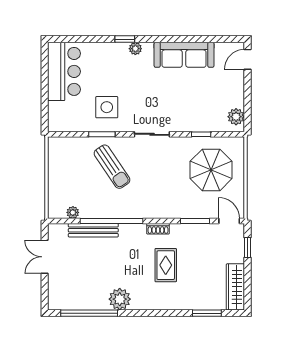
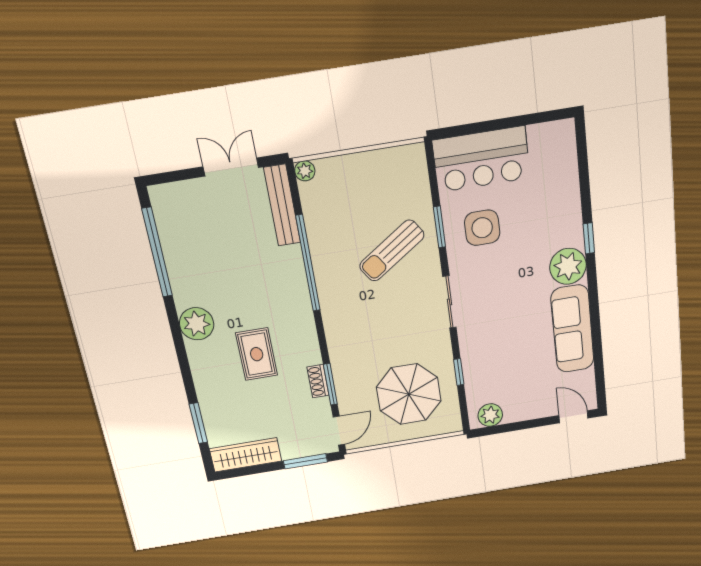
plant: (135, 49) -> (568, 266), width x1.87, depth x1.87
bar counter: (64, 71) -> (481, 159), moved
plant: (73, 212) -> (305, 171), moved
shoe rack: (158, 229) -> (318, 381), moved
bench: (93, 230) -> (282, 205), moved
window: (248, 248) -> (305, 461), width x1.50
rug: (166, 265) -> (257, 354), turned 90
plant: (120, 299) -> (197, 324), moved

